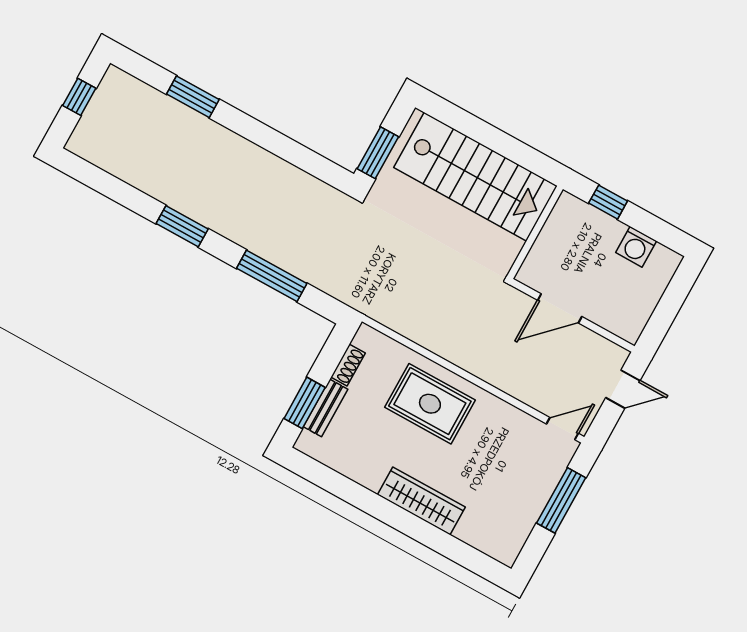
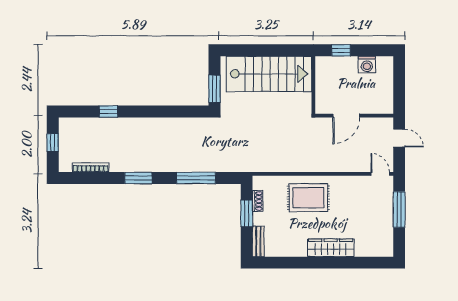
window: (193, 97) -> (108, 112), width x0.67
bookcase: (117, 168) -> (91, 168), added
door: (623, 389) -> (399, 138), hinge flipped
window: (305, 403) -> (247, 213), moved
bench: (326, 408) -> (258, 241), moved
door: (562, 429) -> (380, 174), hinge flipped

